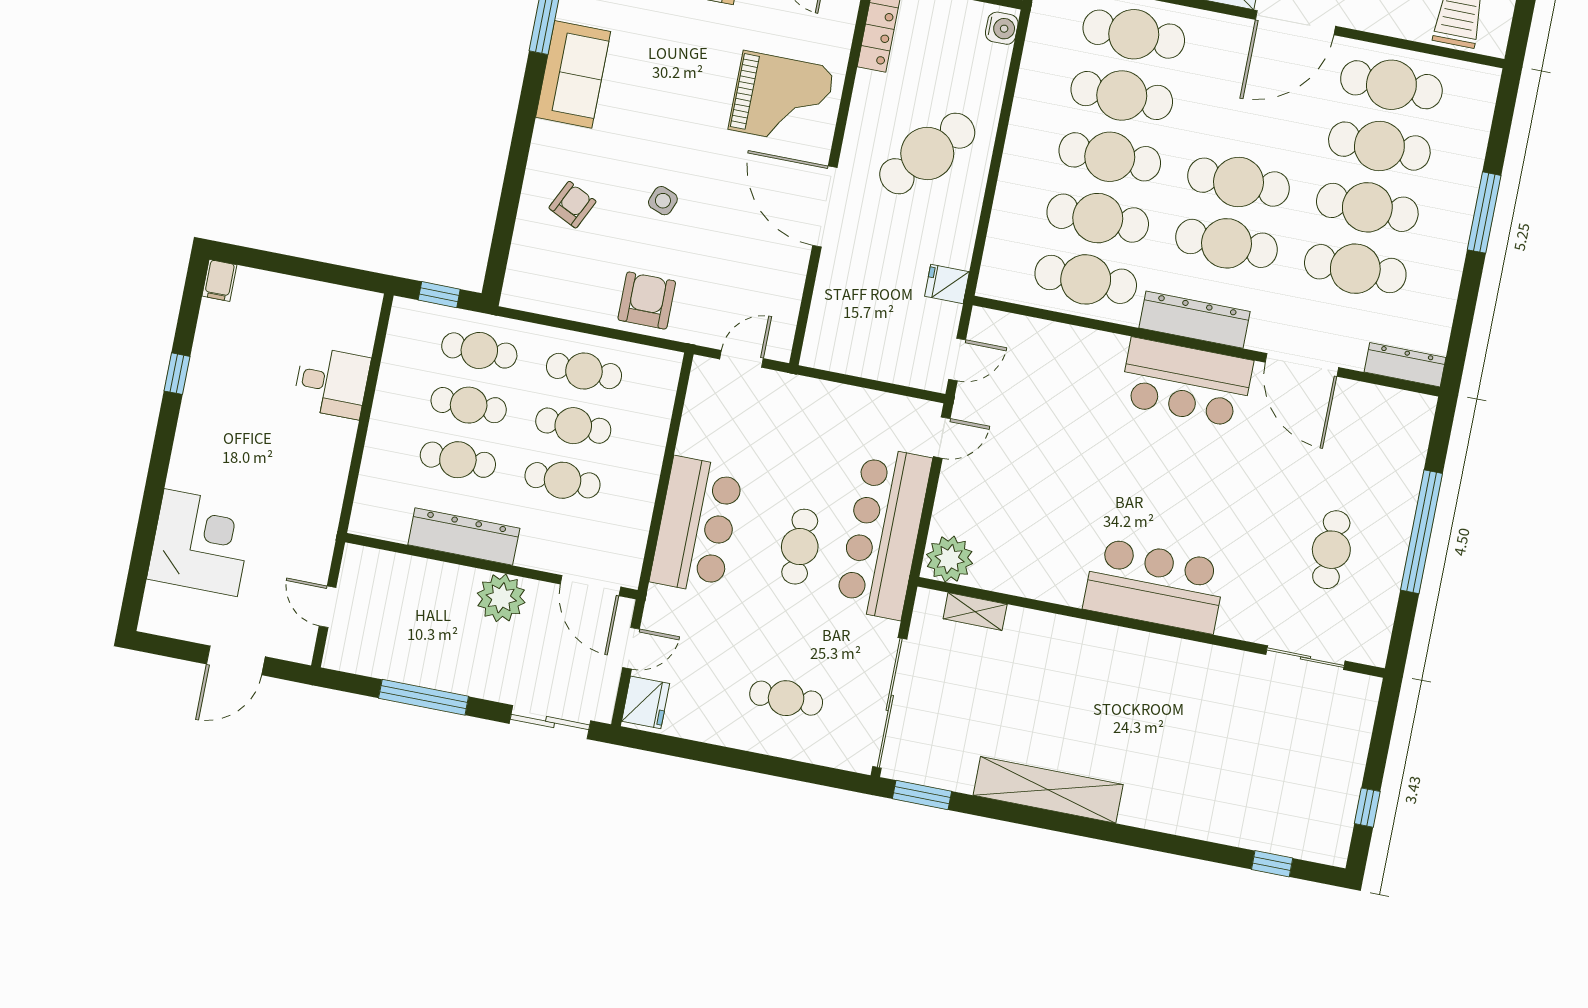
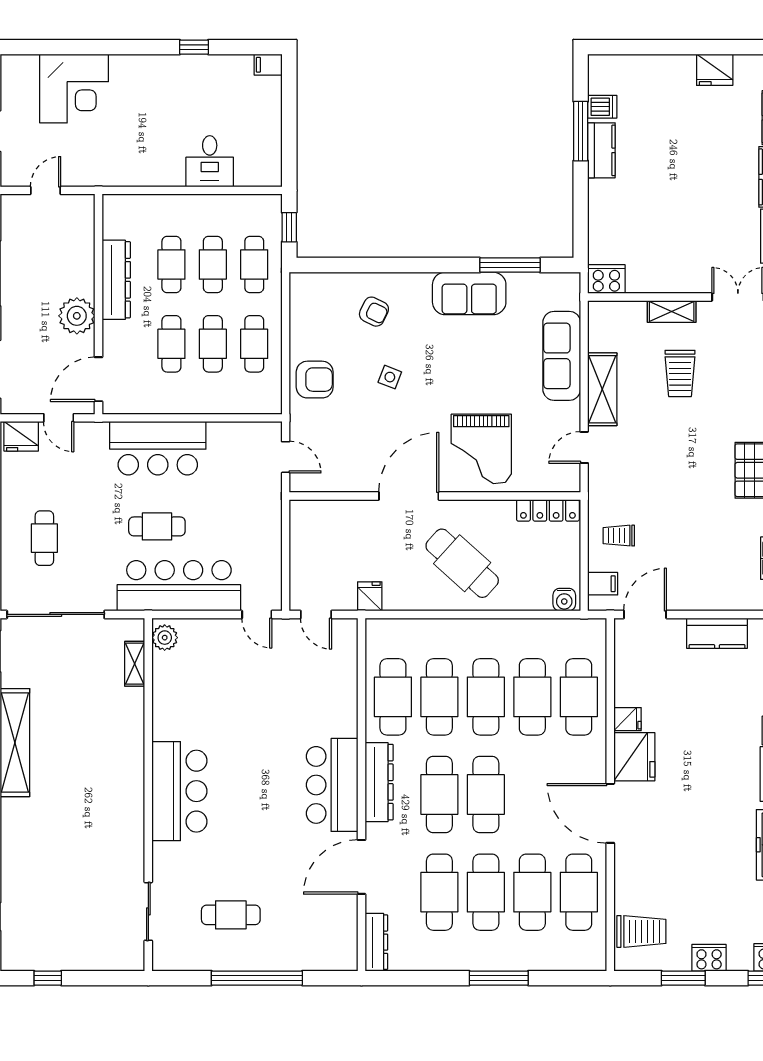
plant: (950, 559) -> (165, 638), width x0.73, depth x0.73

